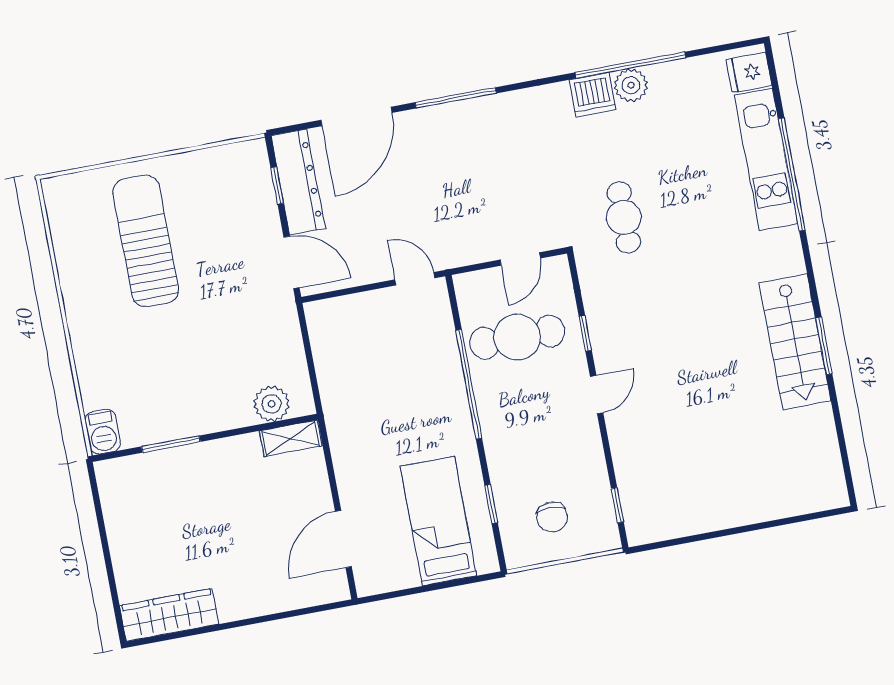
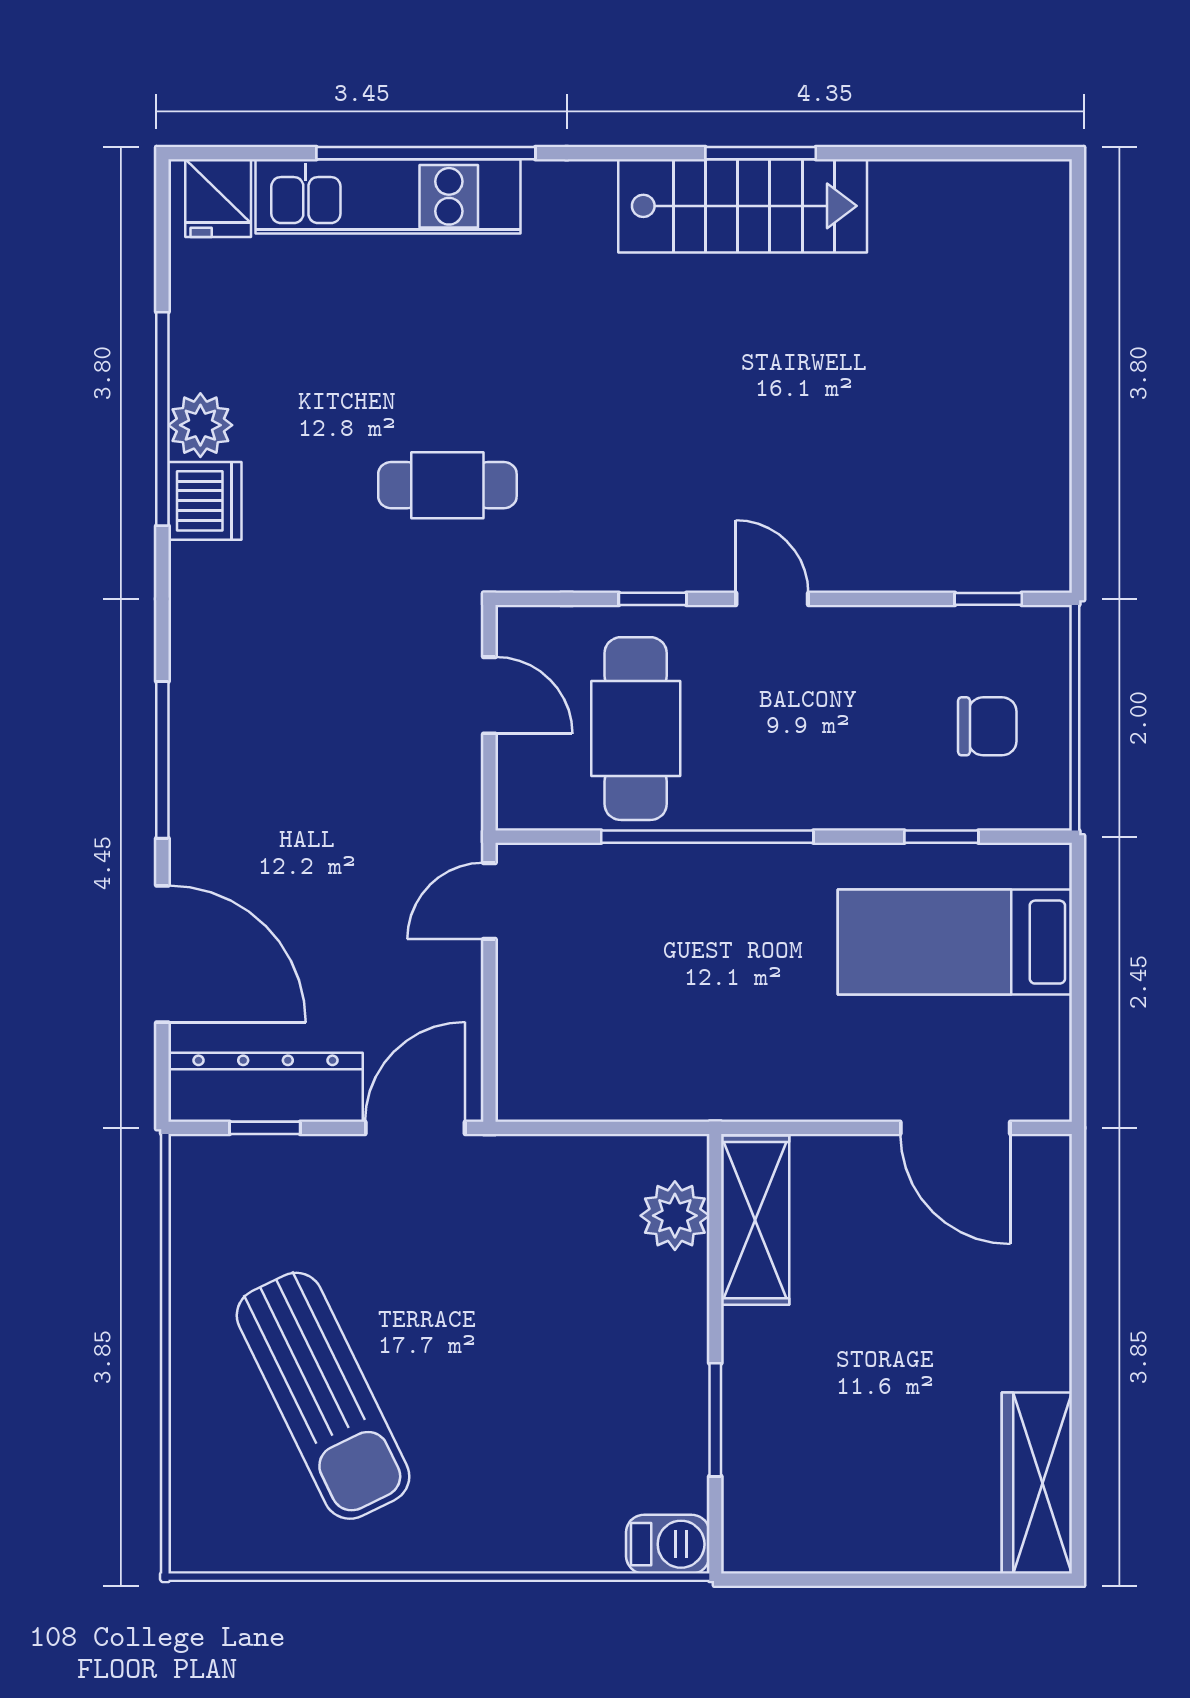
sun lounger: (146, 241) -> (323, 1396), turned -116
shelving: (291, 438) -> (755, 1220), width x1.50, depth x1.33

